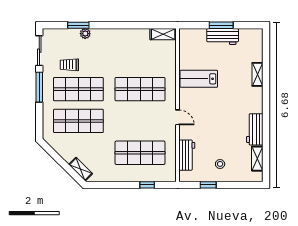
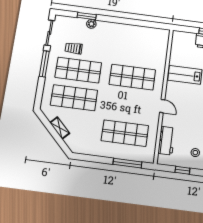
shelving: (163, 34) -> (159, 33), removed
shelving: (81, 169) -> (60, 128), moved
window: (147, 185) -> (127, 163), width x2.17

